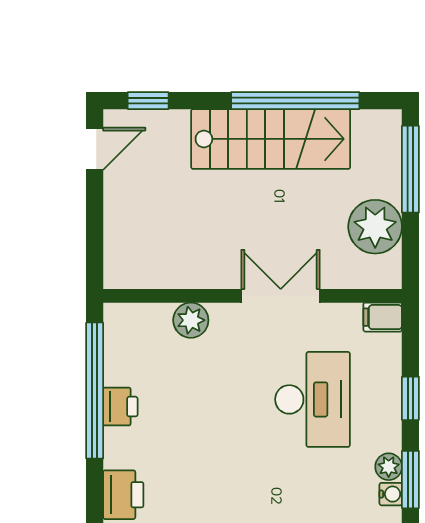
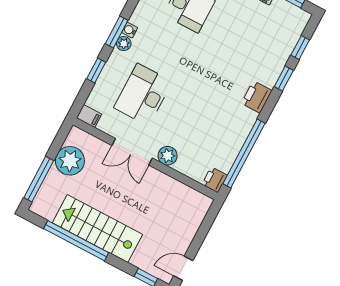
plant: (191, 320) -> (168, 156), moved
printer: (120, 407) -> (215, 180), moved

